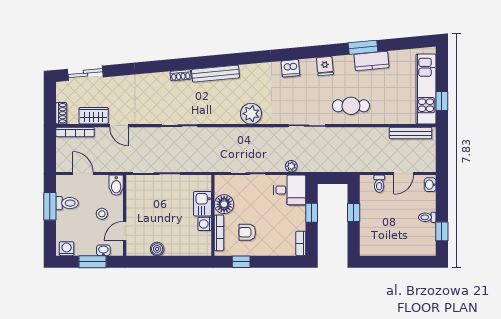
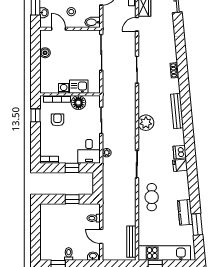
window: (363, 47) -> (197, 224), moved
fridge: (325, 66) -> (180, 165), moved
bench: (216, 74) -> (177, 111), moved

